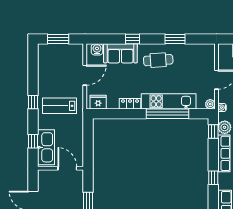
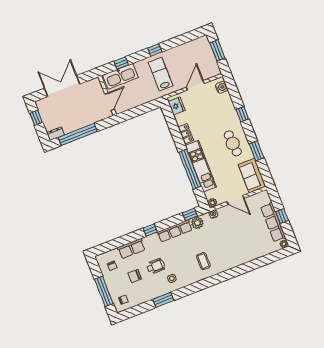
sofa: (120, 53) -> (252, 176), moved
door: (85, 75) -> (195, 85), swing flipped

